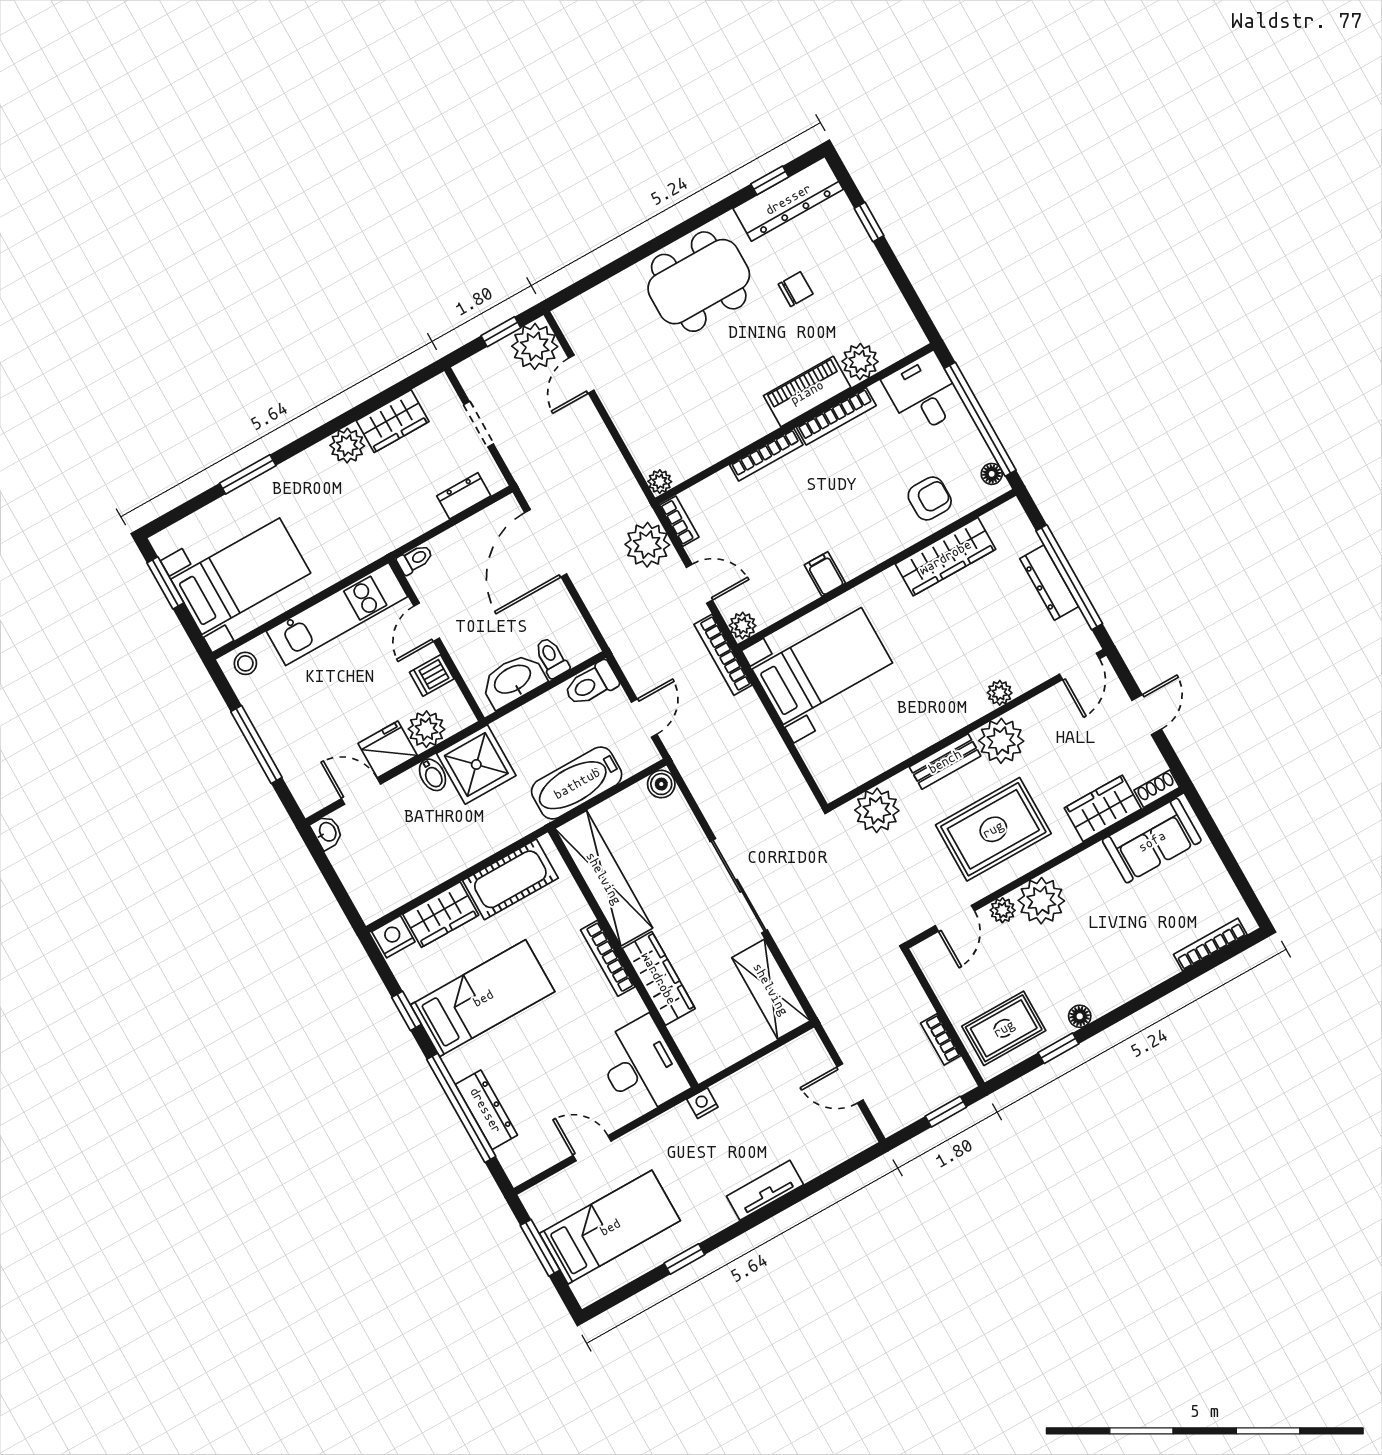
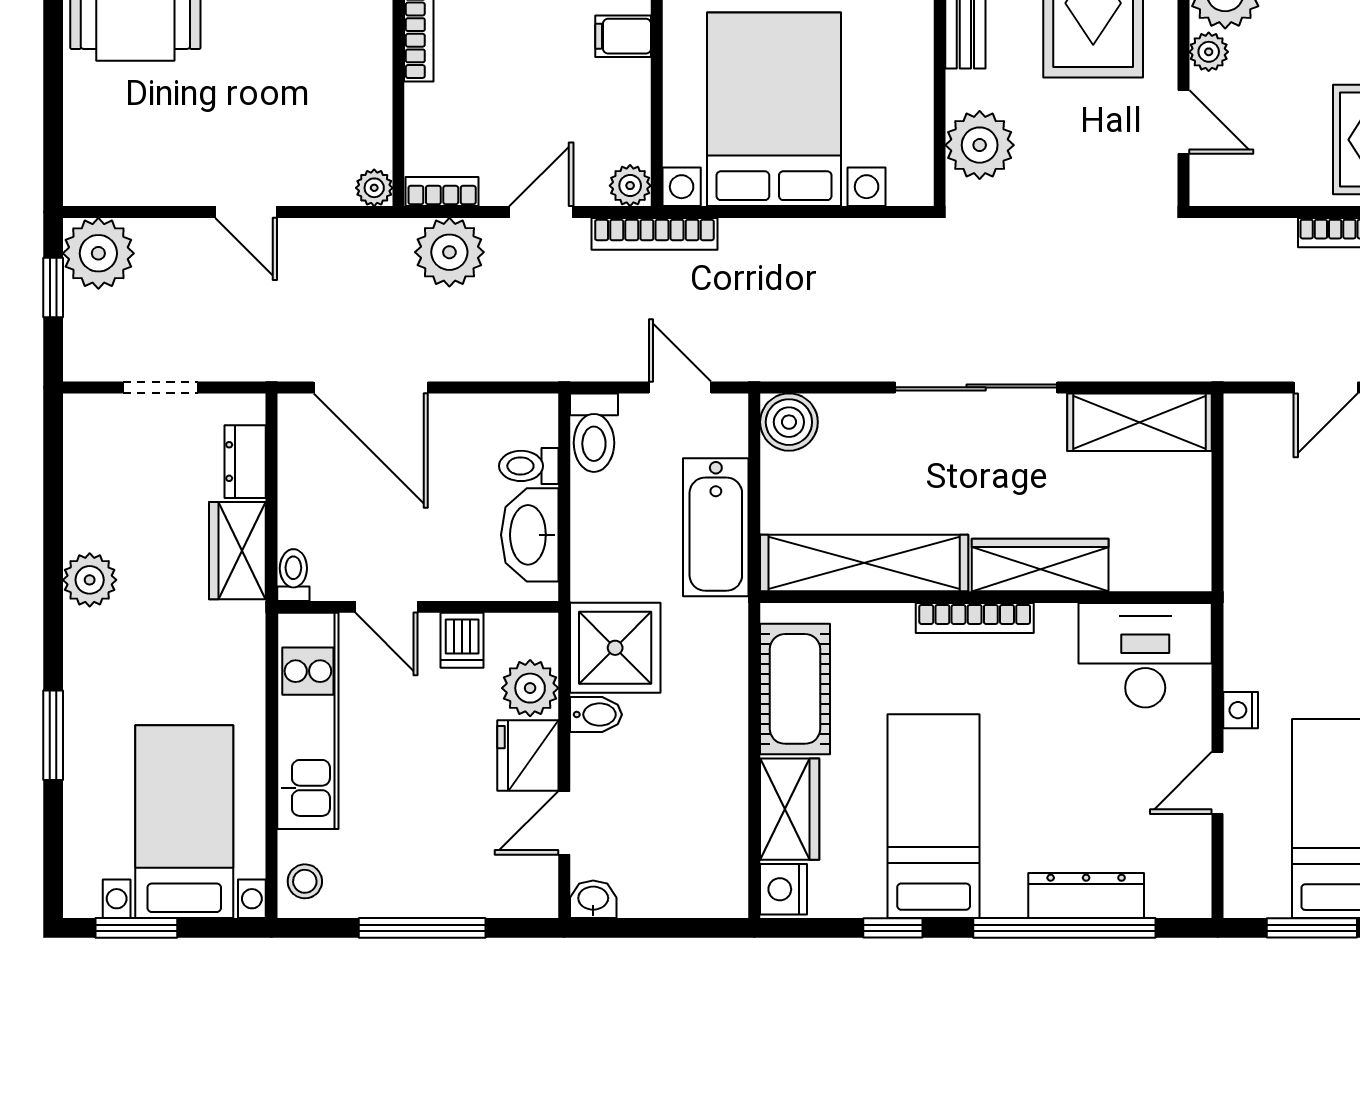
door: (581, 374) -> (246, 212), moved
wardrobe: (393, 421) -> (237, 551), moved, turned 180
bed with nightstands: (822, 666) -> (774, 109), width x1.36
boiler: (661, 784) -> (789, 422), width x1.36, depth x1.36
nightstand: (702, 1103) -> (1241, 710), moved

